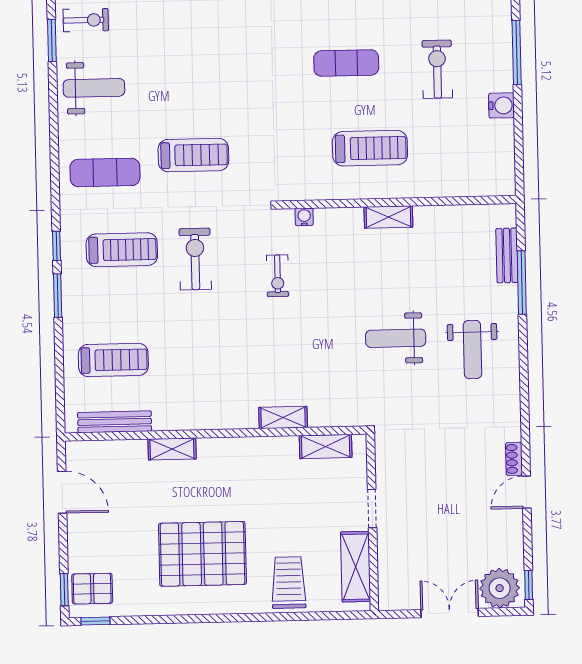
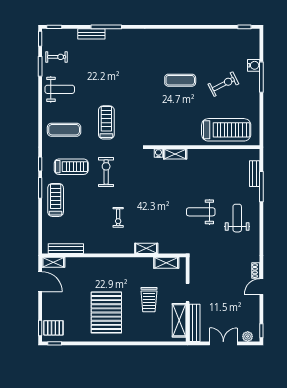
exercise bike: (437, 69) -> (223, 84), turned 63
water cooler: (501, 105) -> (254, 65), moved
treadmill: (370, 148) -> (226, 130), moved, width x1.37, depth x1.38
treadmill: (193, 155) -> (106, 122), turned -90
shelving: (388, 217) -> (175, 154), moved
exercise bike: (278, 276) -> (118, 217), moved
weight bench: (472, 350) -> (237, 218), turned 180
treadmill: (113, 360) -> (56, 200), moved, turned -90
shelving: (172, 449) -> (53, 262), moved
pallet: (202, 554) -> (106, 312), turned 90
bench: (388, 571) -> (195, 323), added
trolley: (289, 583) -> (149, 300), moved, turned 180
plant: (500, 588) -> (248, 336), width x0.53, depth x0.53

